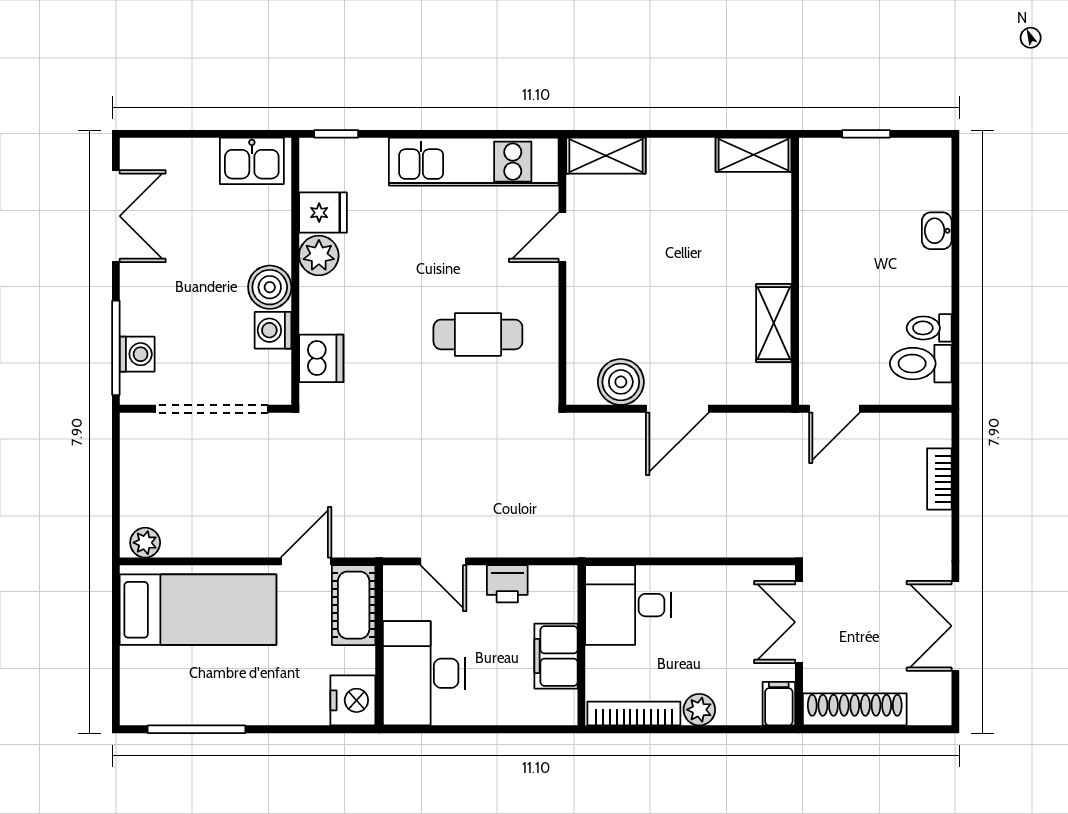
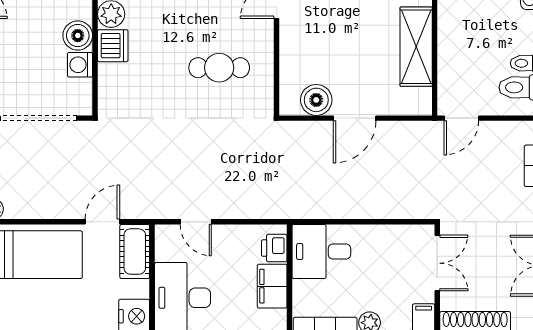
shelving: (774, 323) -> (416, 47), width x1.50, depth x1.33
dishwasher: (321, 358) -> (113, 46), moved
printer: (507, 584) -> (274, 248), moved, turned 90
double door: (799, 622) -> (437, 263), swing flipped

